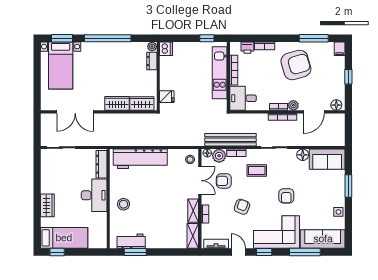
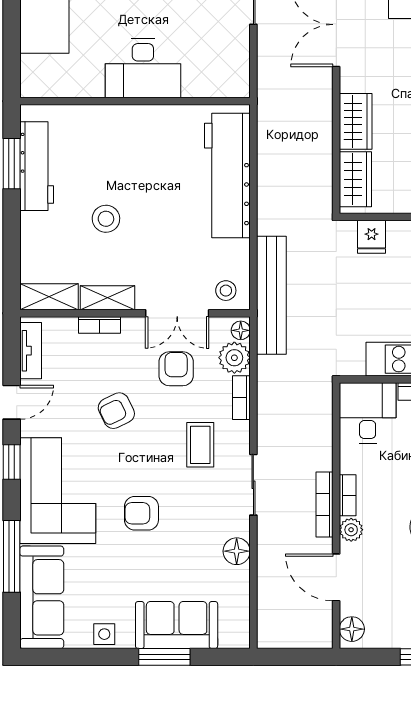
bench: (231, 140) -> (271, 295), moved
sofa: (327, 159) -> (177, 625), moved, turned 90
dresser: (101, 164) -> (215, 85), removed
stool: (124, 204) -> (106, 219), moved
armchair: (242, 207) -> (116, 411), turned 134
workbench: (131, 241) -> (37, 166), width x1.38

